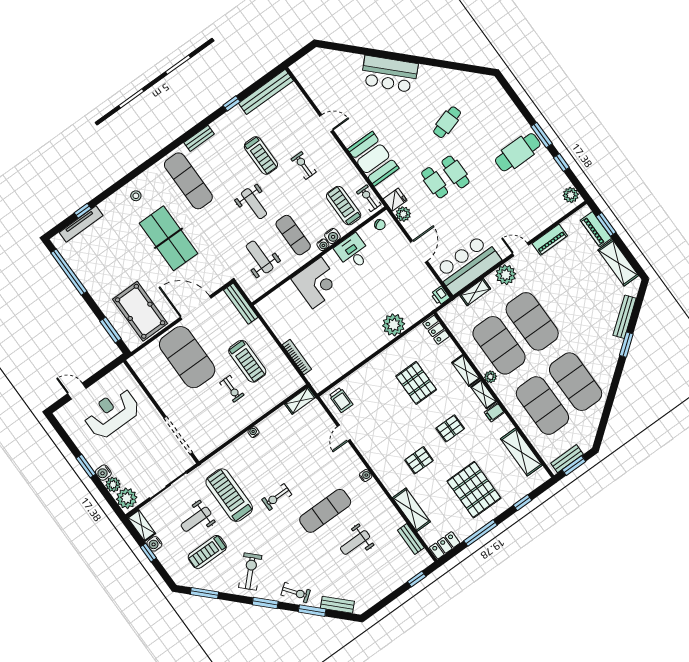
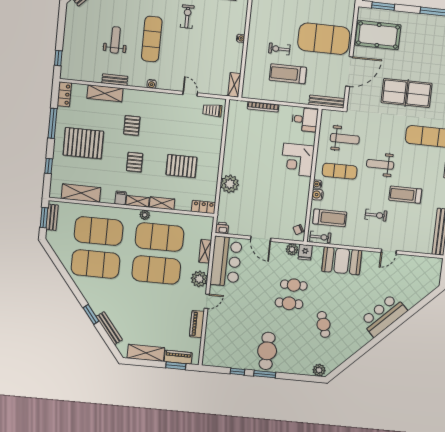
plant: (571, 195) -> (319, 370), moved
desk: (353, 252) -> (305, 120), moved
bench: (411, 539) -> (115, 80), moved

